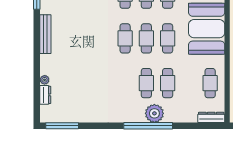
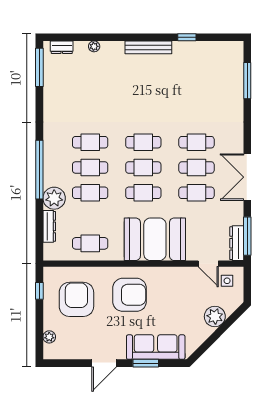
cafe table: (125, 83) -> (90, 142), added
dresser: (45, 95) -> (62, 47), moved
plant: (154, 113) -> (54, 198), moved
dresser: (211, 117) -> (49, 226), moved

